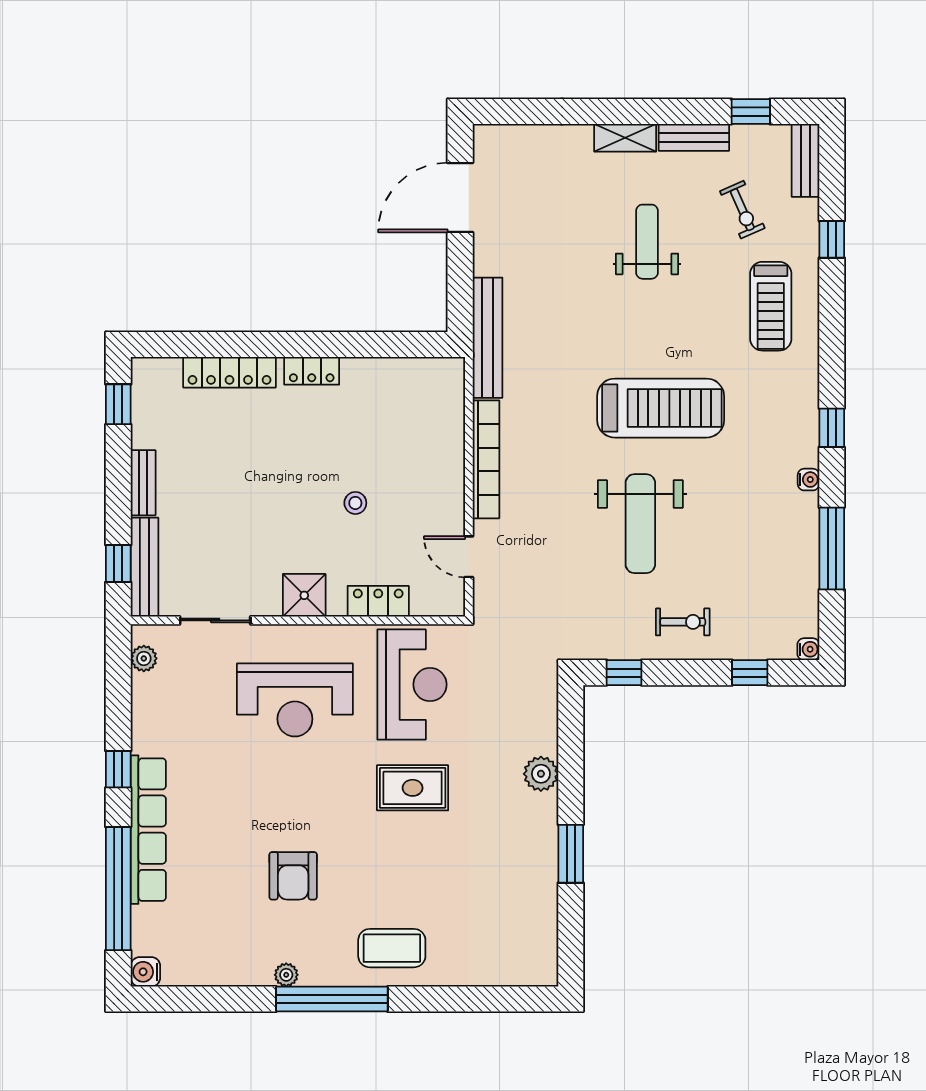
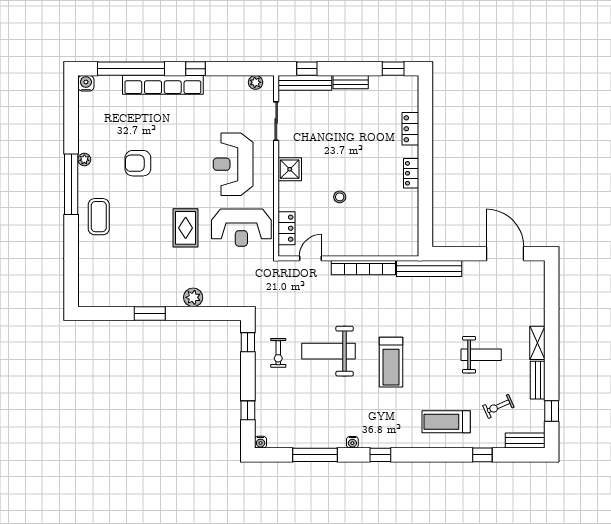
locker: (230, 372) -> (410, 129), width x0.66
treadmill: (661, 408) -> (391, 362), width x0.73, depth x0.73
locker: (378, 601) -> (286, 228), moved
exercise bike: (683, 622) -> (278, 353), moved

